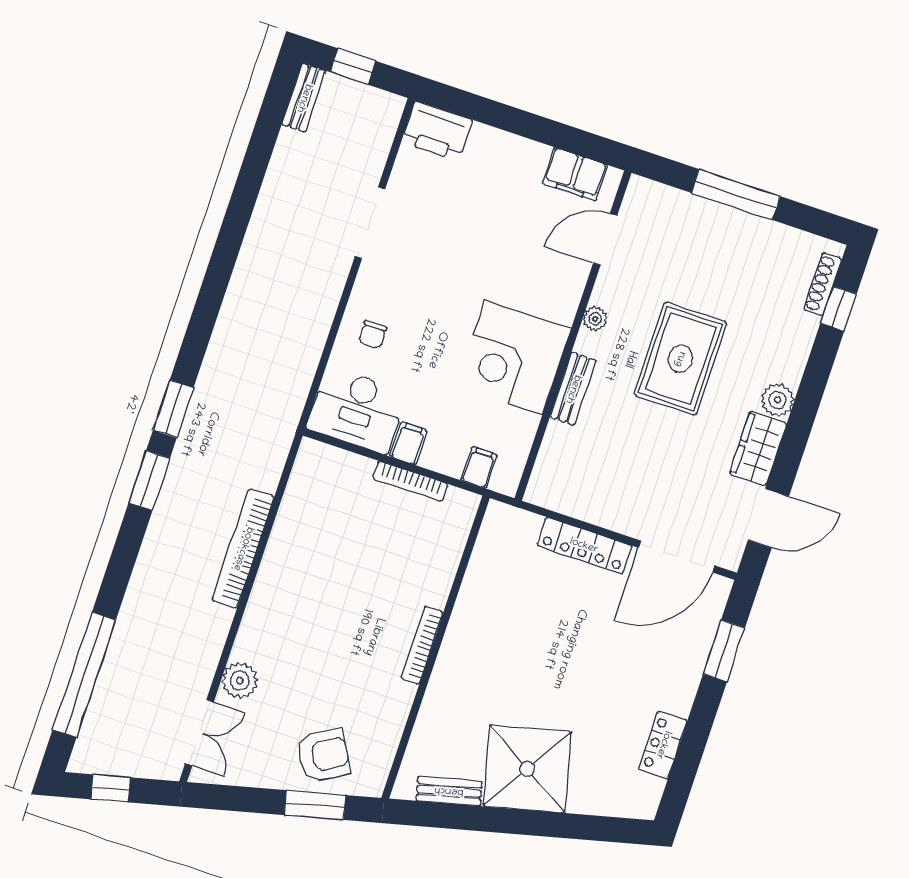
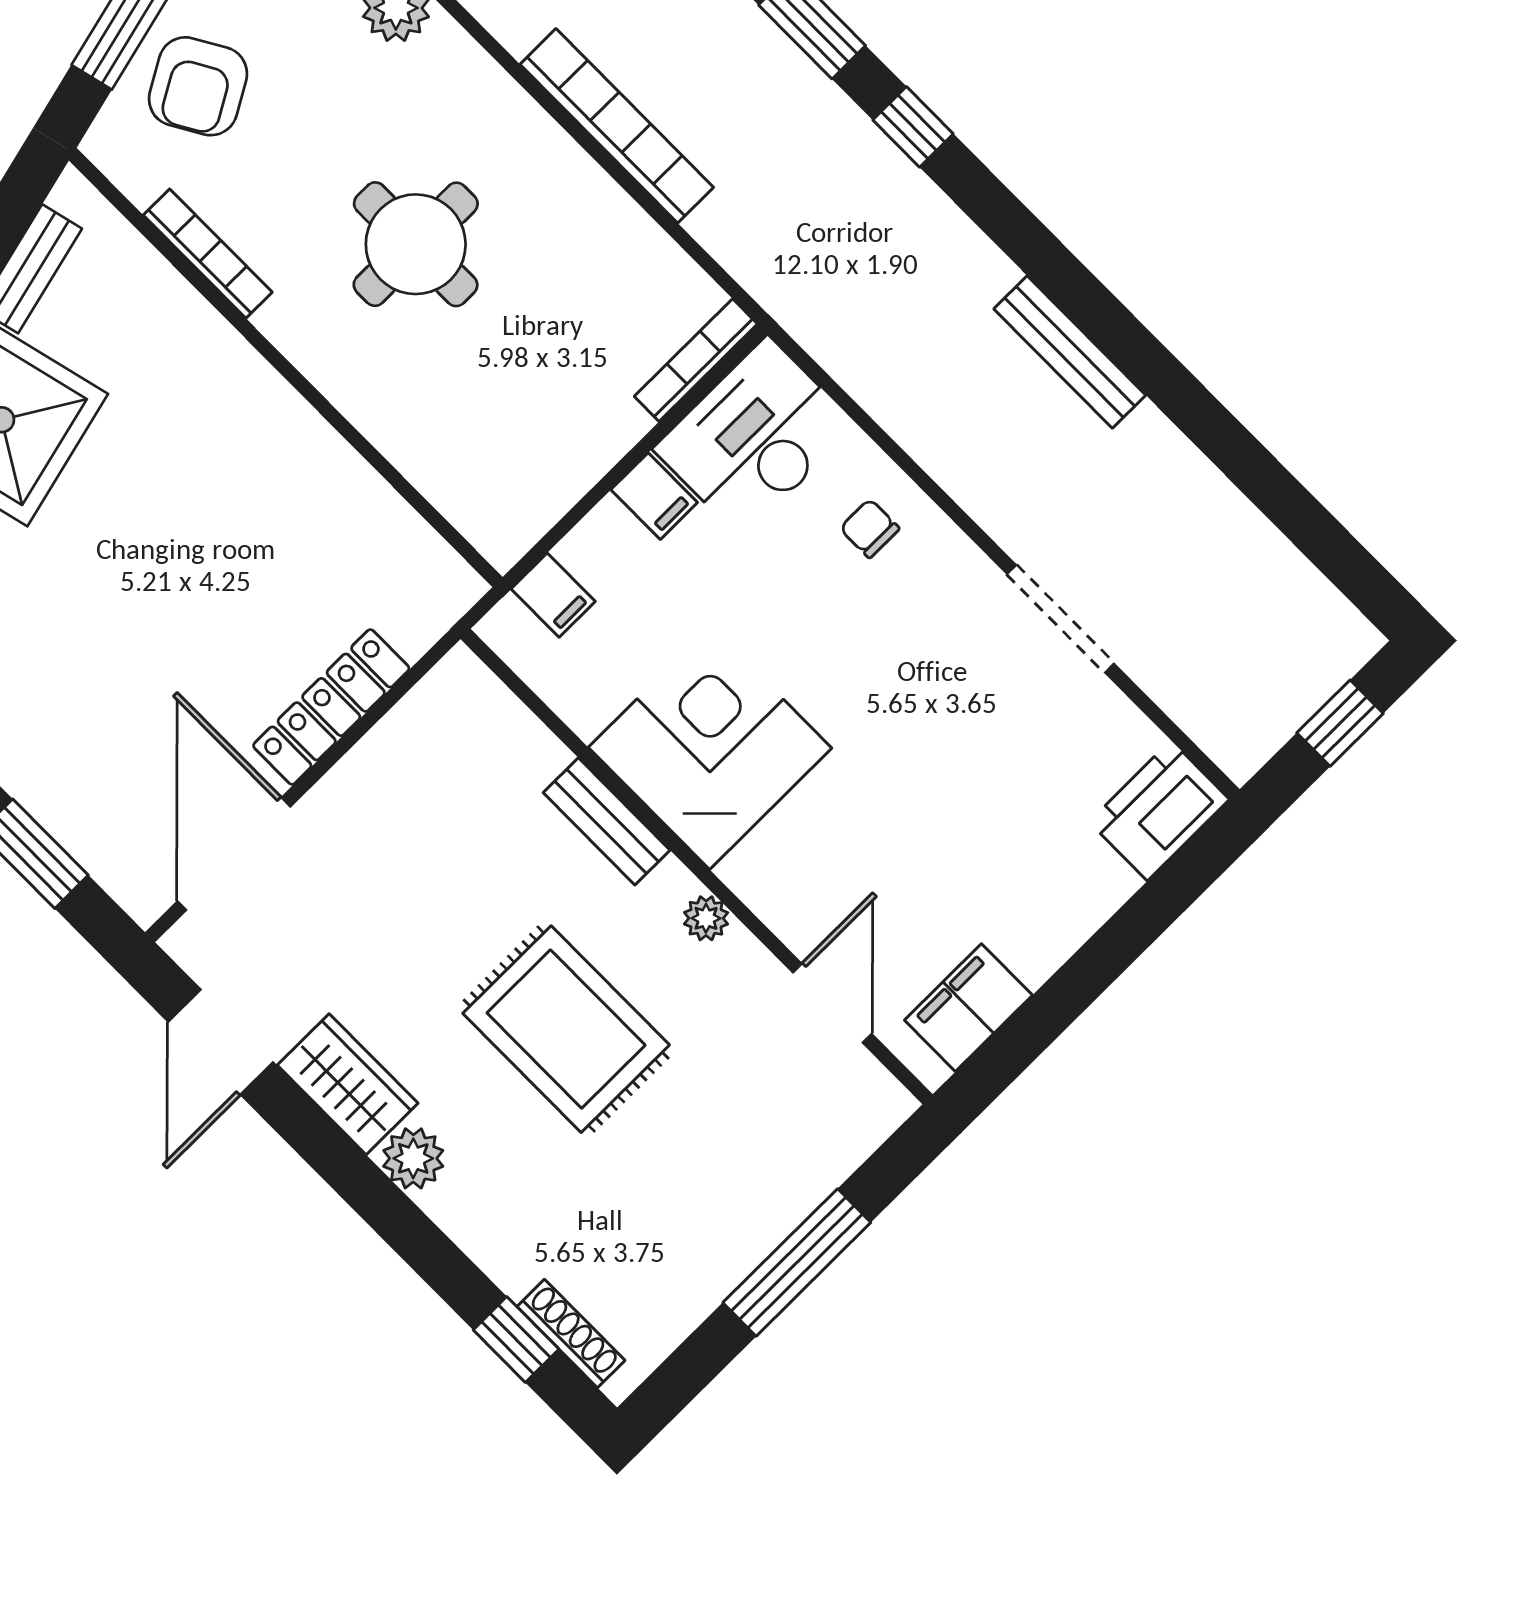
bench: (304, 98) -> (1070, 352), moved, width x1.36
window: (173, 409) -> (913, 127), width x0.67
bookcase: (410, 481) -> (696, 360), moved
round table: (346, 615) -> (416, 244), added
bookcase: (422, 645) -> (208, 254), moved

